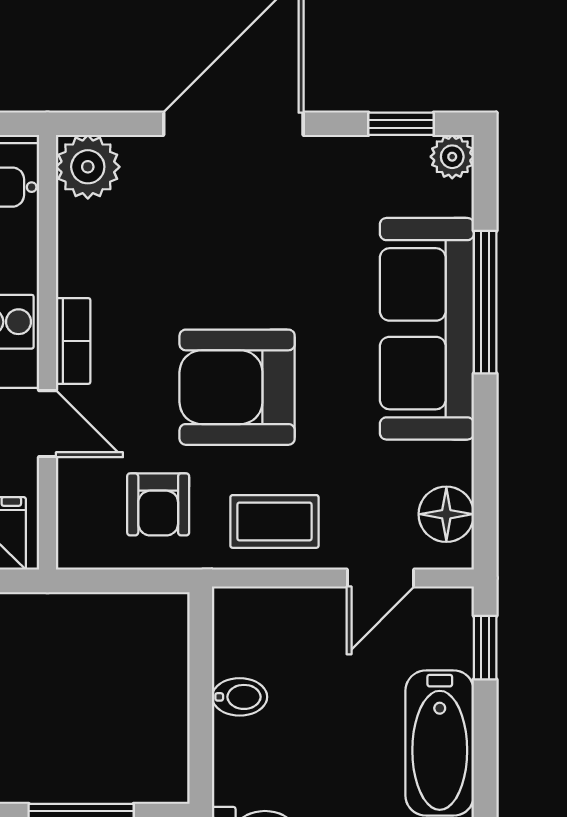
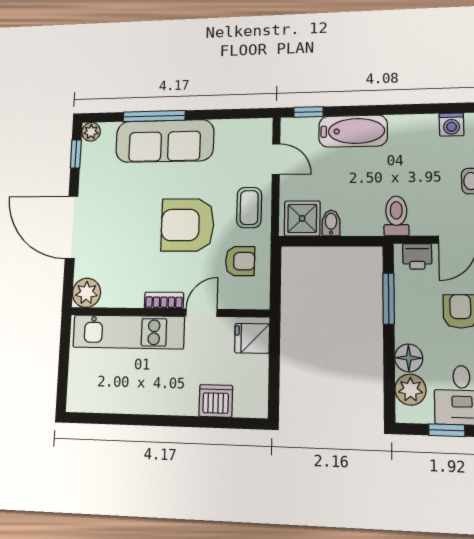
armchair: (237, 387) -> (188, 225), turned 90
floor lamp: (446, 514) -> (247, 131), removed
shower: (250, 636) -> (302, 218), added

